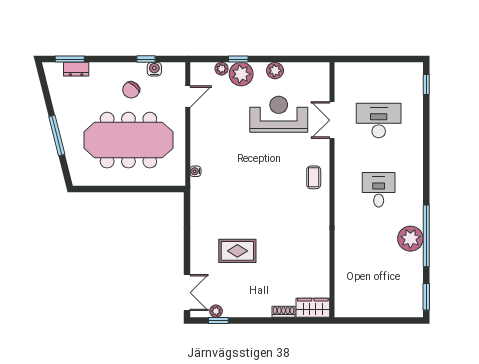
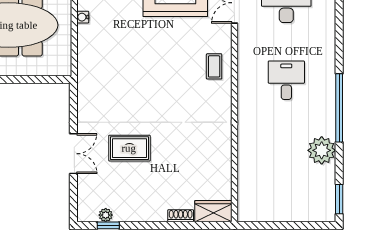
water cooler: (195, 171) -> (83, 17), moved
window: (426, 236) -> (339, 108), moved
plant: (410, 239) -> (322, 150), moved
double door: (187, 293) -> (73, 154), moved

